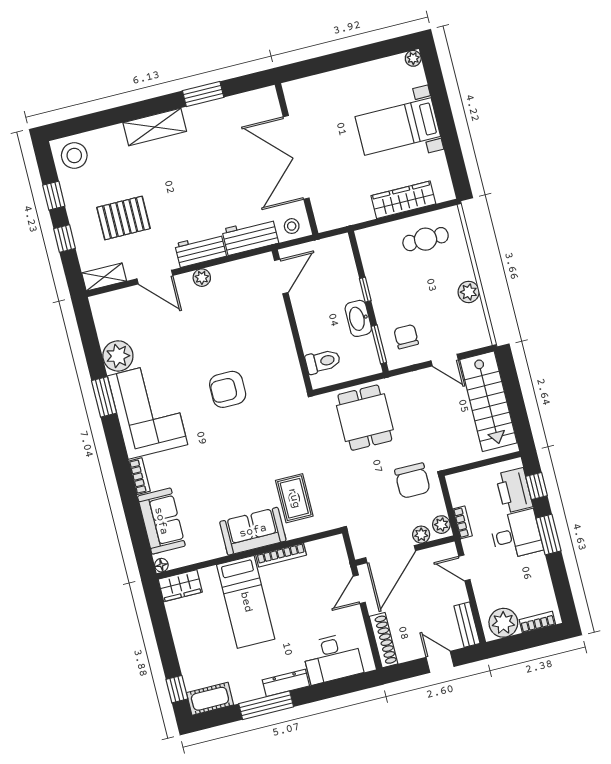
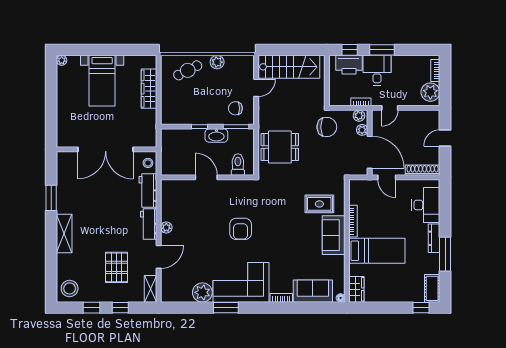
cafe table: (426, 239) -> (188, 70), moved, turned 63
door: (281, 277) -> (206, 177), moved
bench: (467, 625) -> (426, 115), removed

